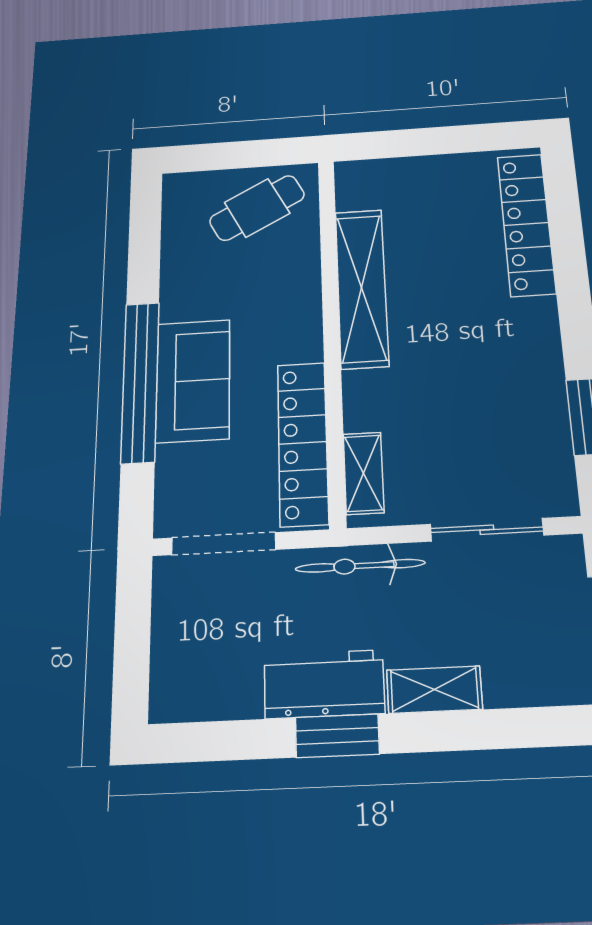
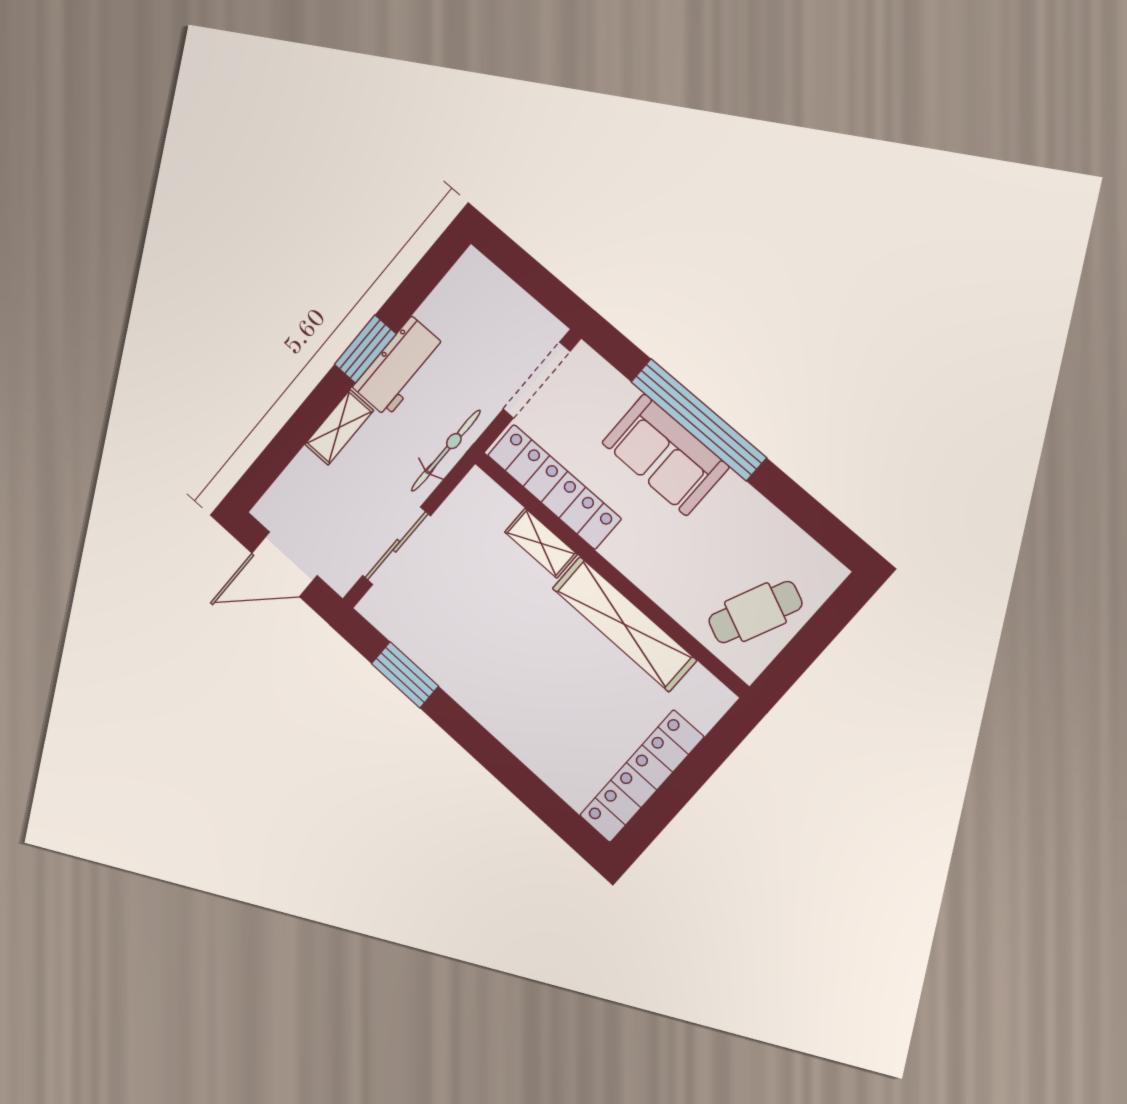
cafe table: (257, 208) -> (755, 612), turned 52
locker: (526, 224) -> (642, 776), moved, turned -90
shelving: (364, 473) -> (541, 543), moved

